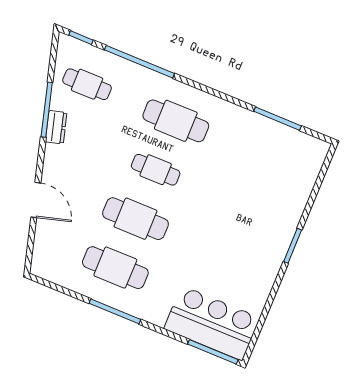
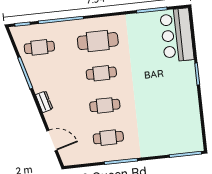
dresser: (56, 127) -> (44, 102), moved
door: (36, 200) -> (52, 141), moved
cafe table: (135, 219) -> (105, 105), width x0.73, depth x0.74
cafe table: (115, 268) -> (108, 138), width x0.73, depth x0.74
bar counter: (212, 323) -> (177, 35), moved, turned -90

